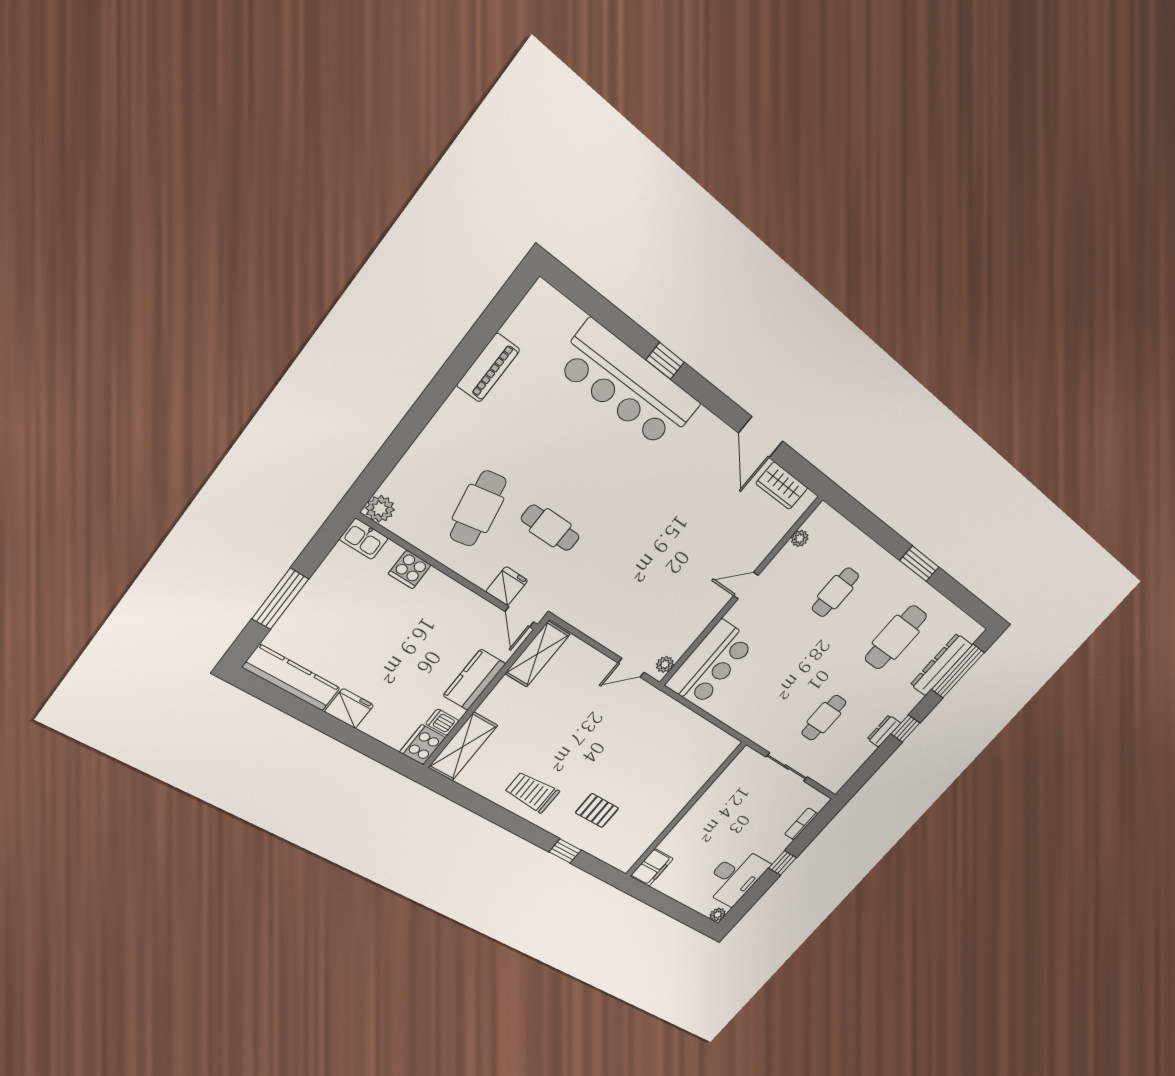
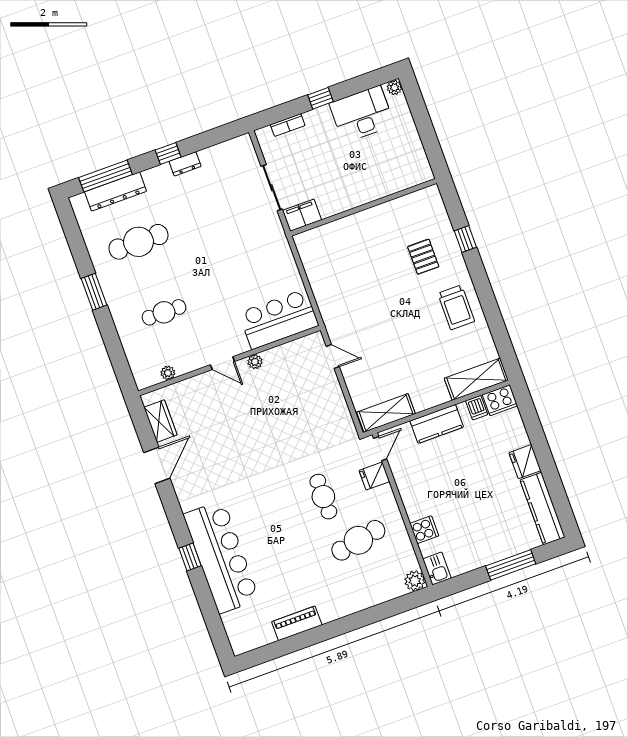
plant: (665, 664) -> (255, 362), moved
cafe table: (824, 718) -> (223, 211), removed
filing cabinet: (652, 867) -> (302, 215), moved

